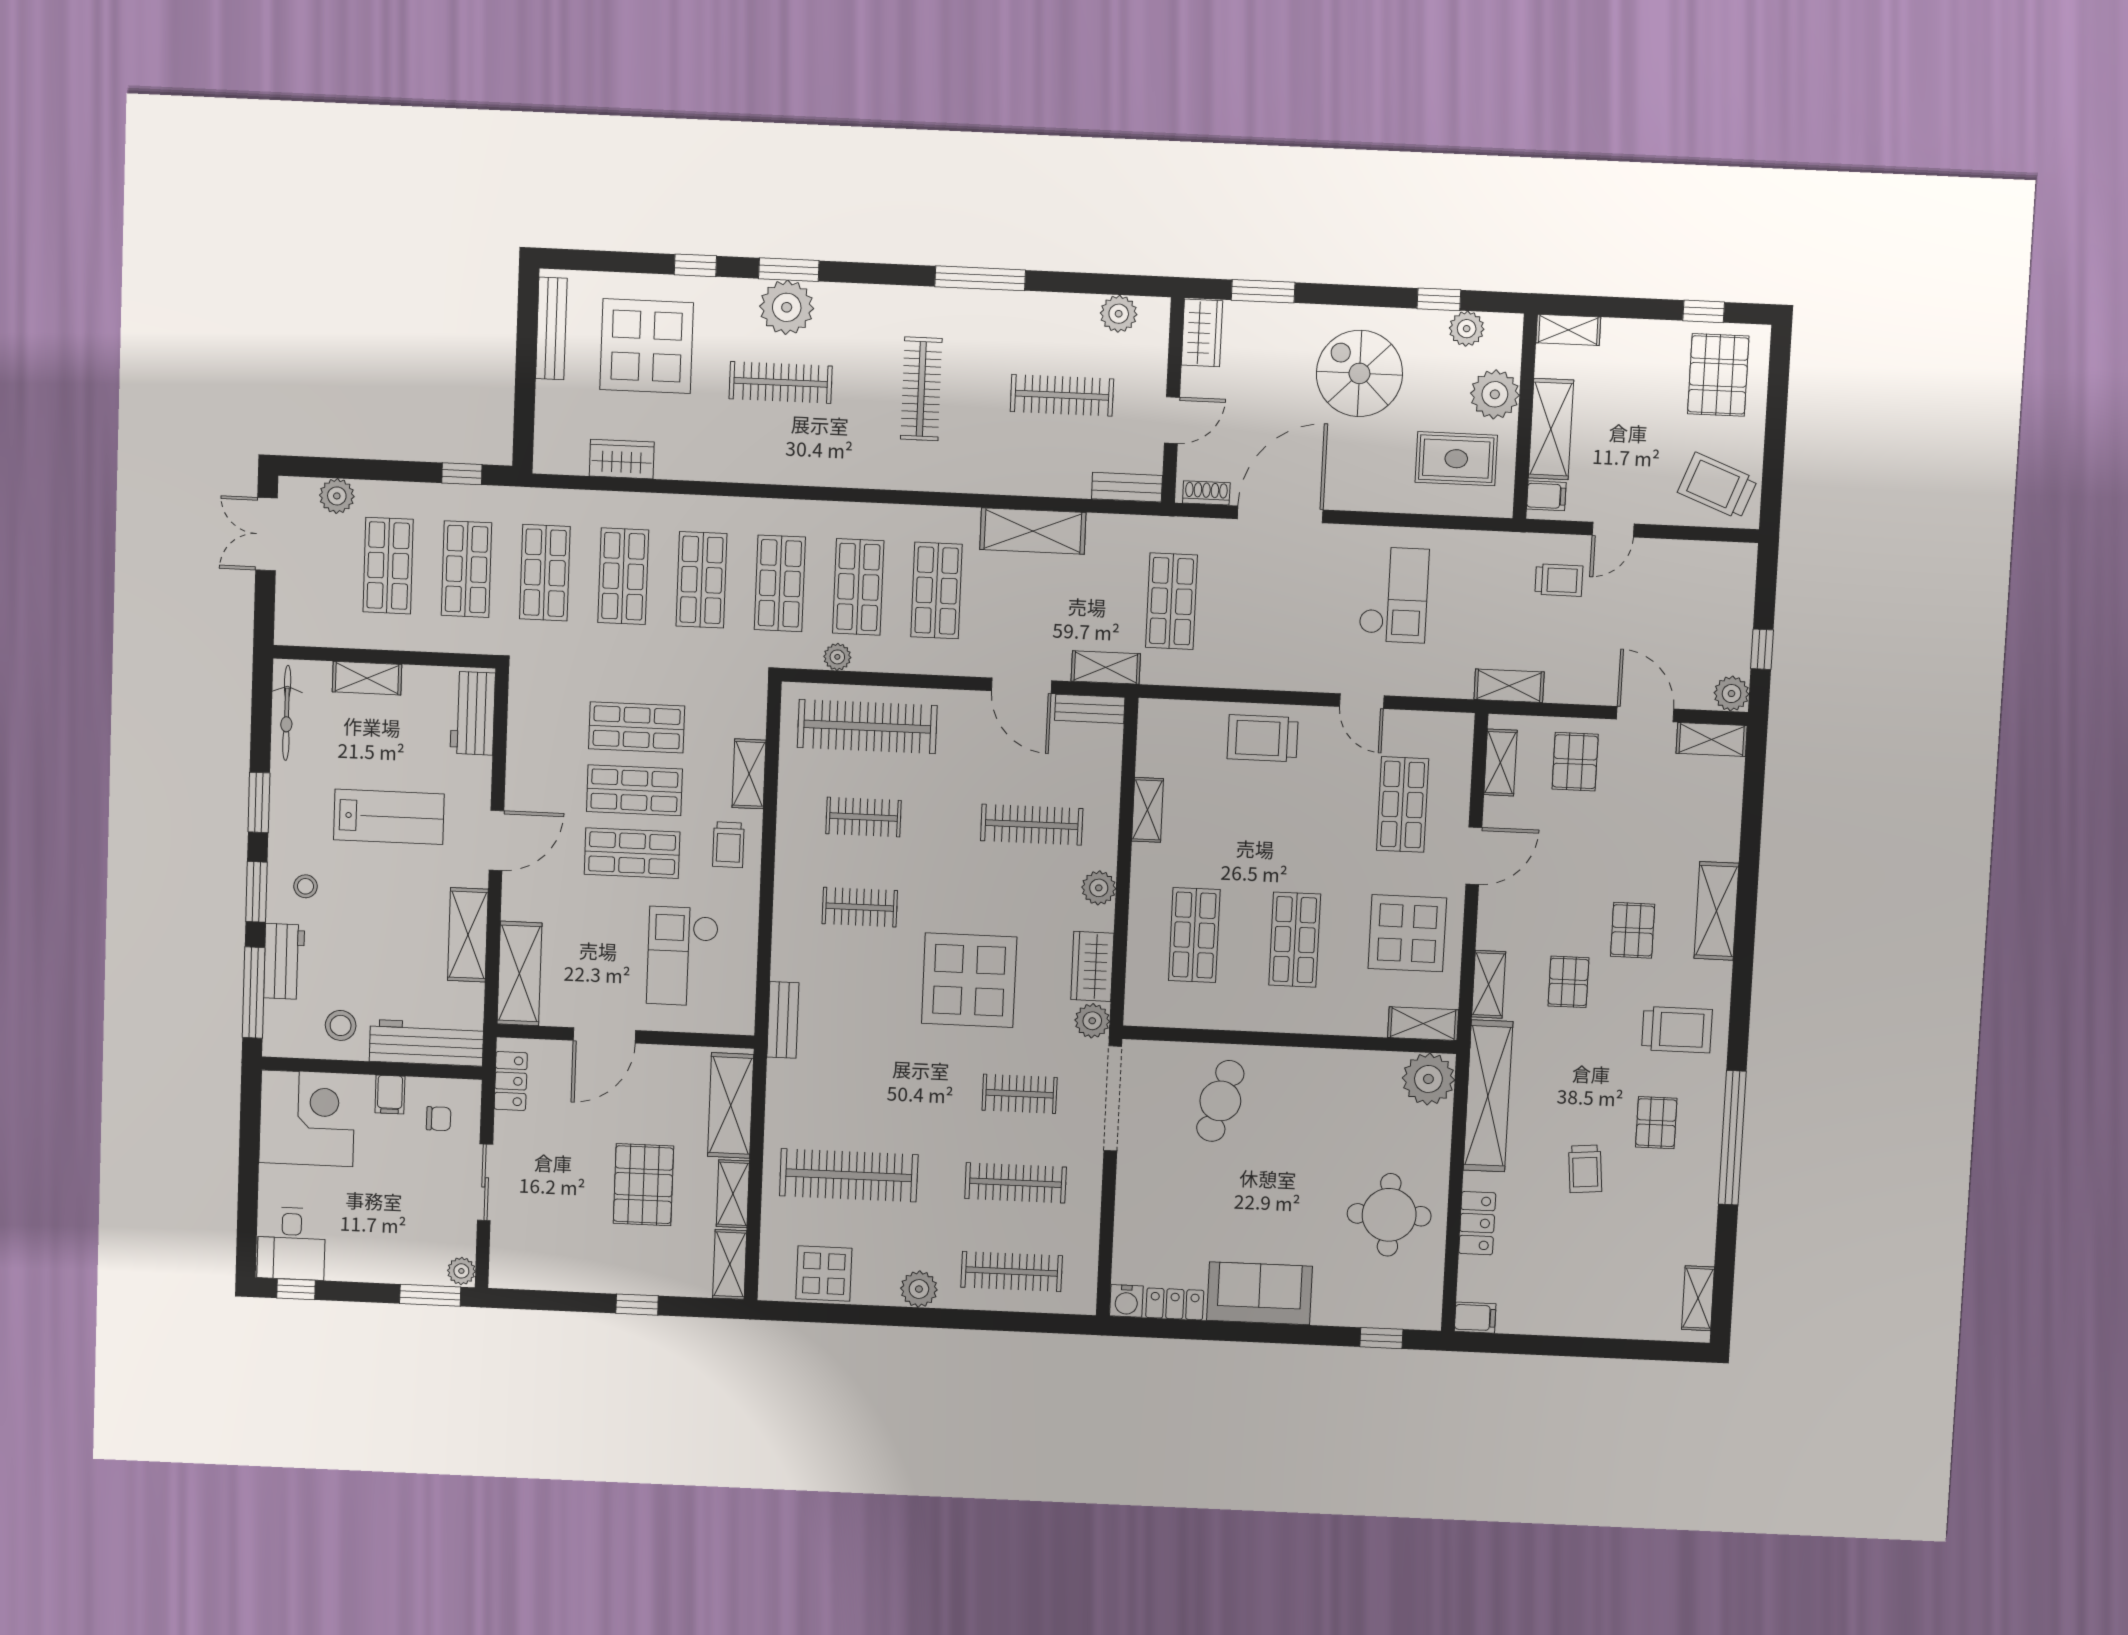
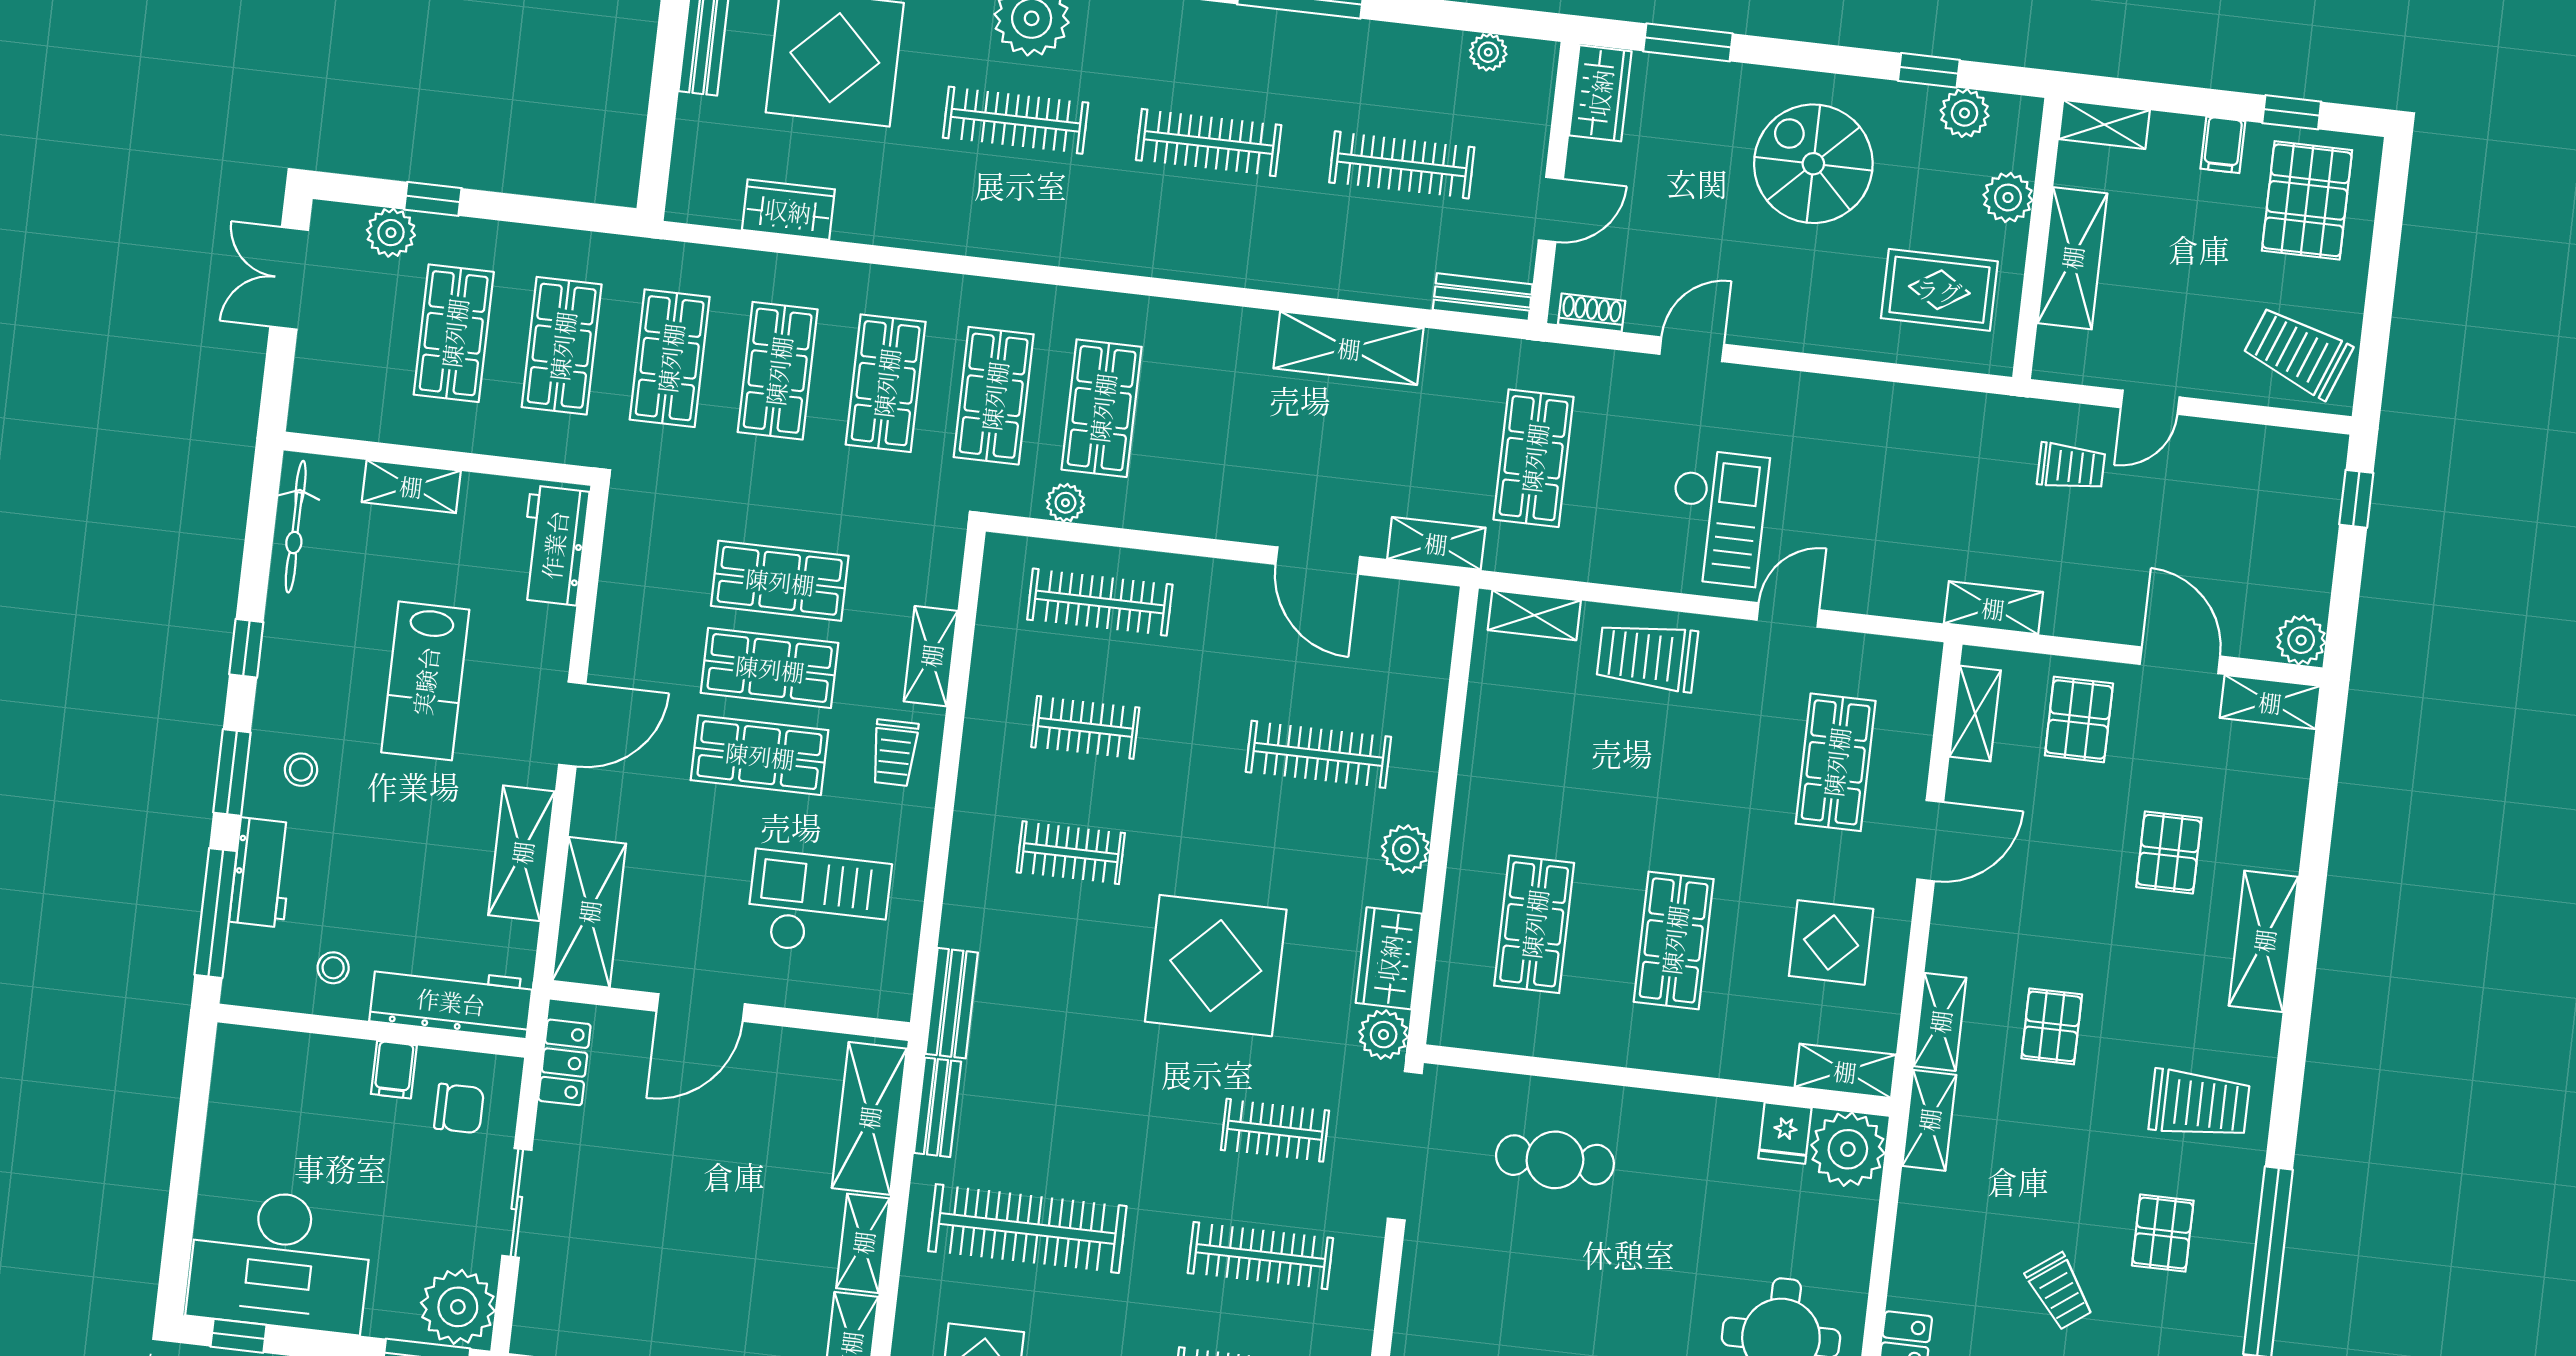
plant: (1119, 314) -> (1488, 52), width x0.73, depth x0.73
clothes rail: (921, 389) -> (1209, 143), turned 90
plant: (1495, 394) -> (2008, 197), width x0.73, depth x0.73
window: (462, 474) -> (433, 199), moved
filing cabinet: (1546, 496) -> (2223, 145), moved, turned 90
door: (1280, 514) -> (1692, 349), width x0.53
shop shelf: (937, 590) -> (1210, 421), removed
checkout: (1394, 595) -> (1717, 518), moved
window: (1762, 649) -> (2356, 499), moved
door: (1362, 701) -> (1788, 615), swing flipped
bench: (1090, 709) -> (938, 1107), moved, turned 90
clothes rail: (867, 727) -> (1100, 602), width x0.73, depth x0.76
window: (259, 802) -> (246, 648), width x0.67
shelving: (1148, 810) -> (1534, 615), moved, turned 90
lab bench: (389, 817) -> (425, 681), turned 90
pallet: (1633, 930) -> (2169, 852), moved
display table: (1407, 933) -> (1831, 942), width x0.73, depth x0.73
checkout: (682, 956) -> (818, 904), turned 90
stool: (341, 1025) -> (333, 968), width x0.73, depth x0.73
fridge: (1383, 1071) -> (1785, 1133), added
shelving: (1488, 1096) -> (1929, 1120), width x0.45, depth x0.75
cafe table: (1220, 1101) -> (1555, 1160), turned 74
corner desk: (307, 1118) -> (275, 1095), removed
chair: (439, 1119) -> (459, 1108), width x1.37, depth x1.37
trolley: (1585, 1169) -> (2060, 1291), turned -31
pallet: (643, 1185) -> (739, 1222), removed
desk: (291, 1244) -> (280, 1260), width x1.87, depth x1.30
plant: (461, 1271) -> (458, 1307), width x1.87, depth x1.87

